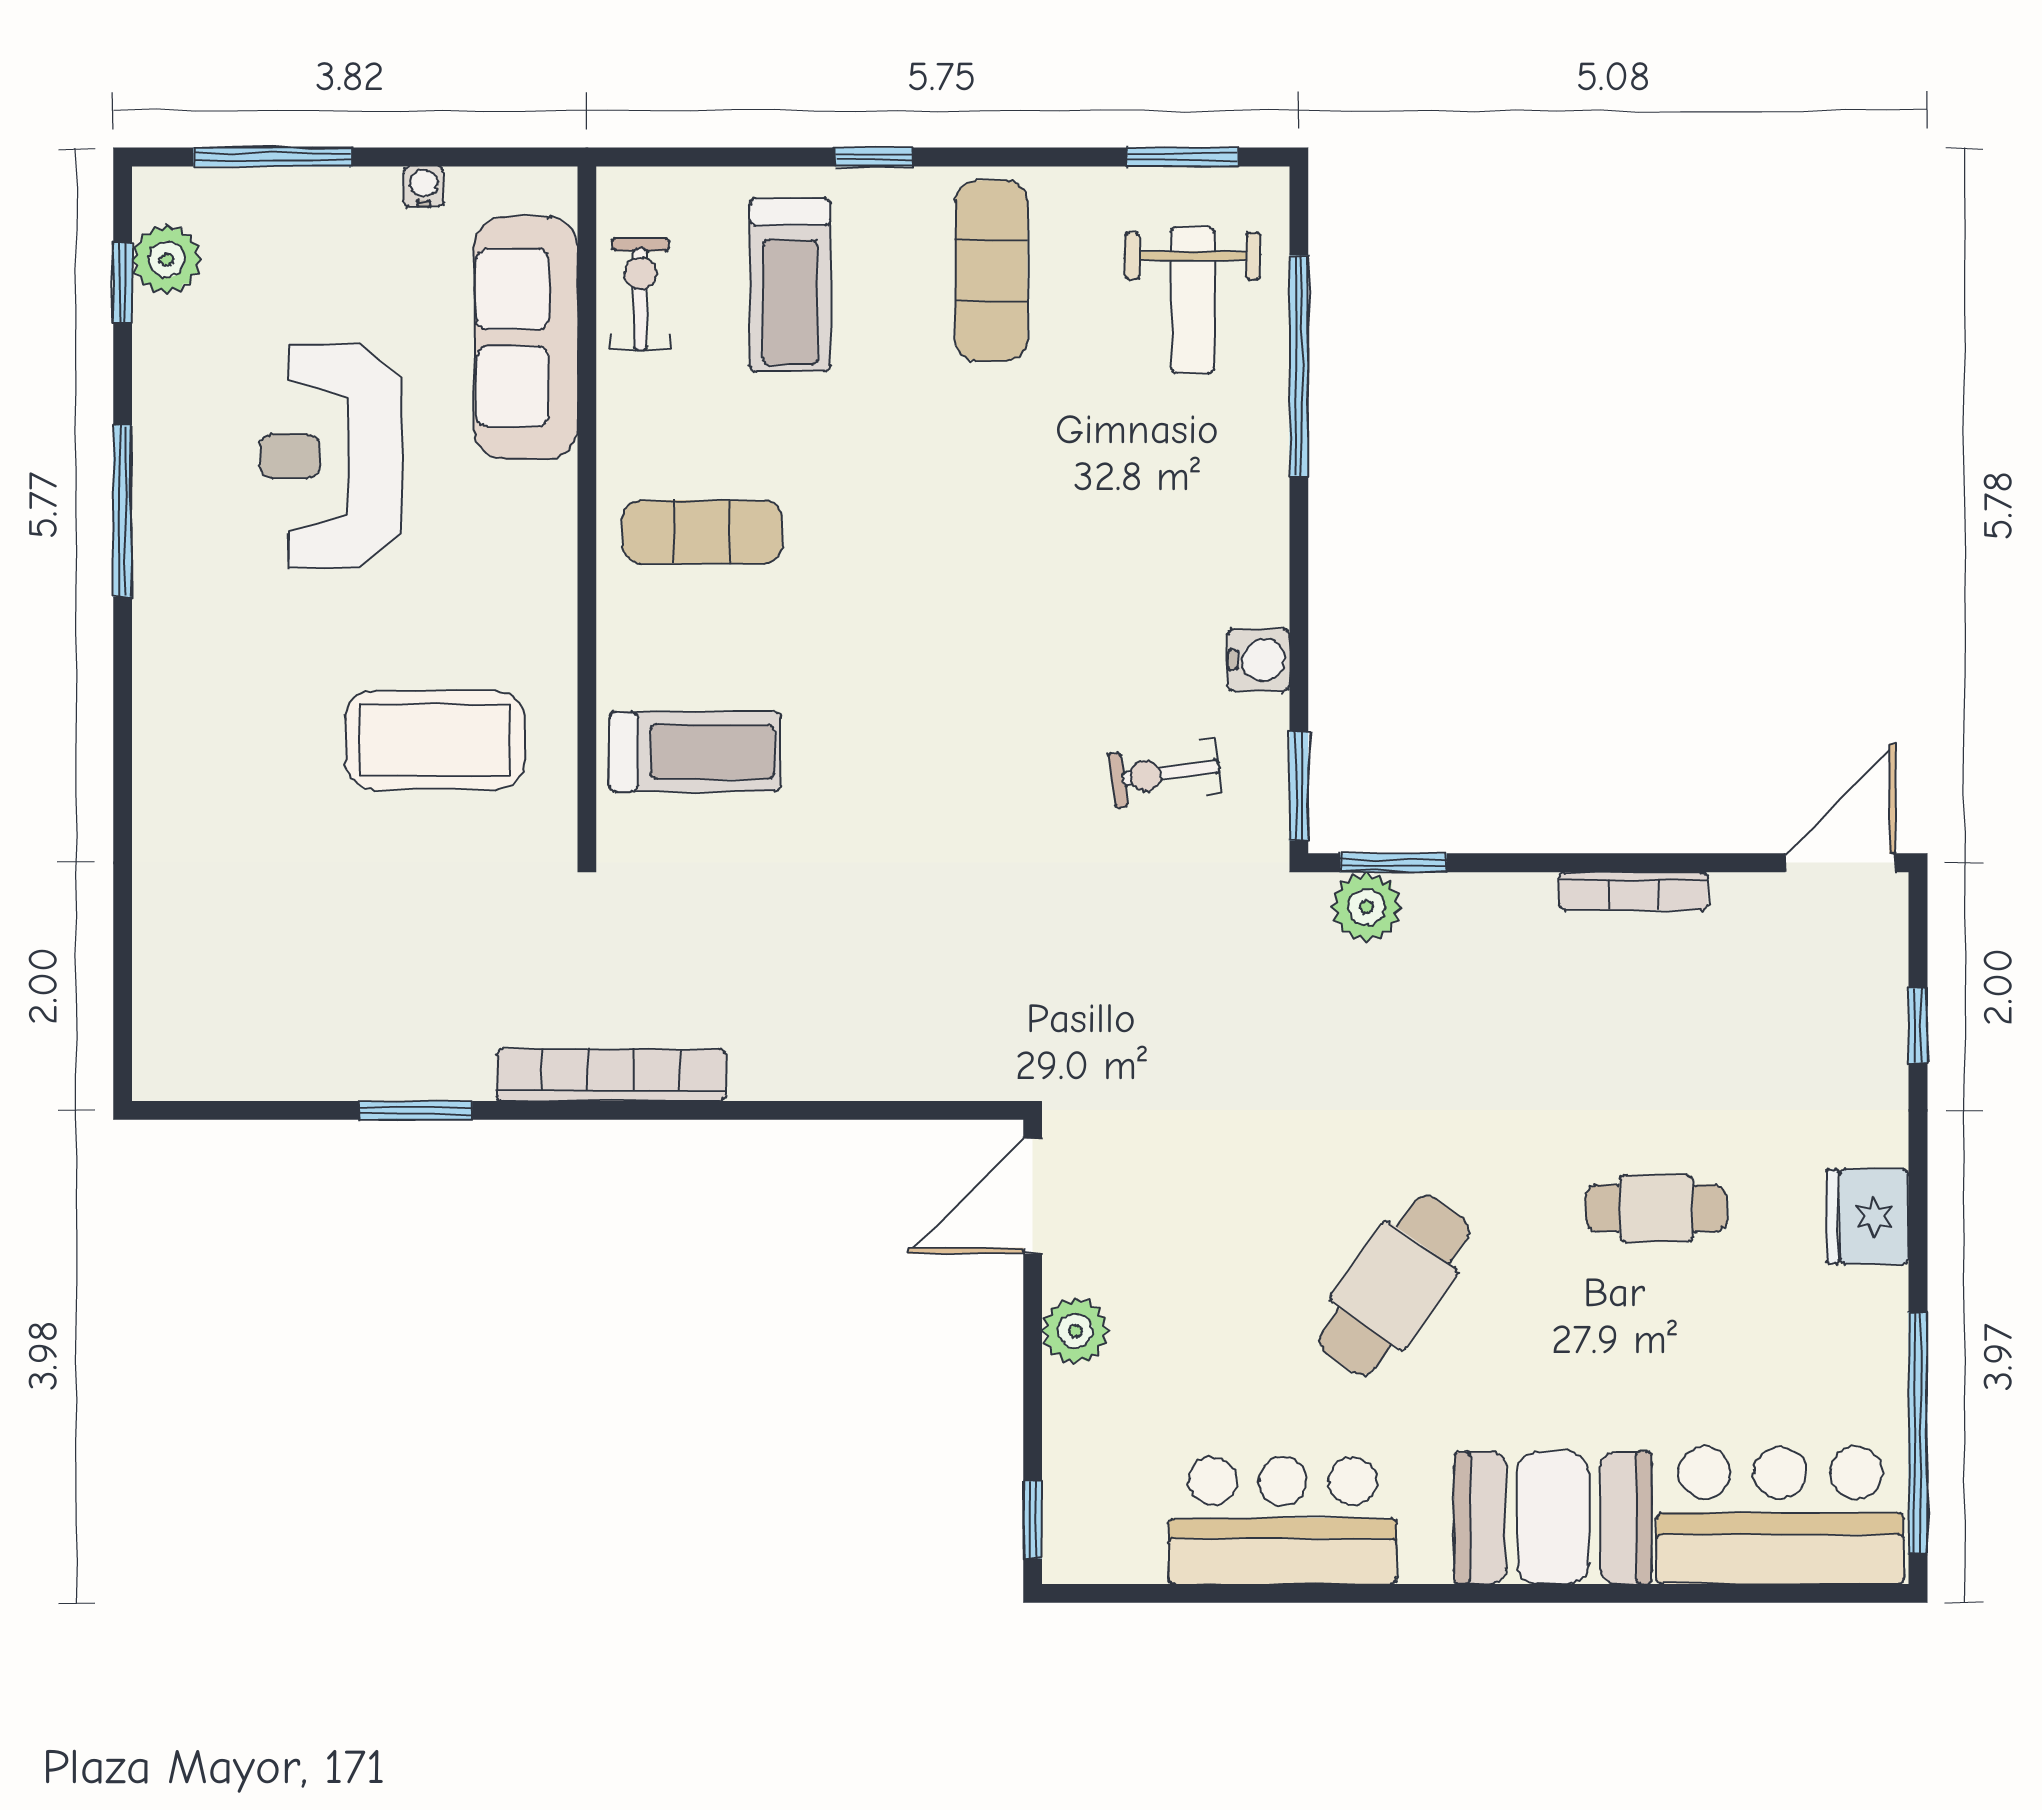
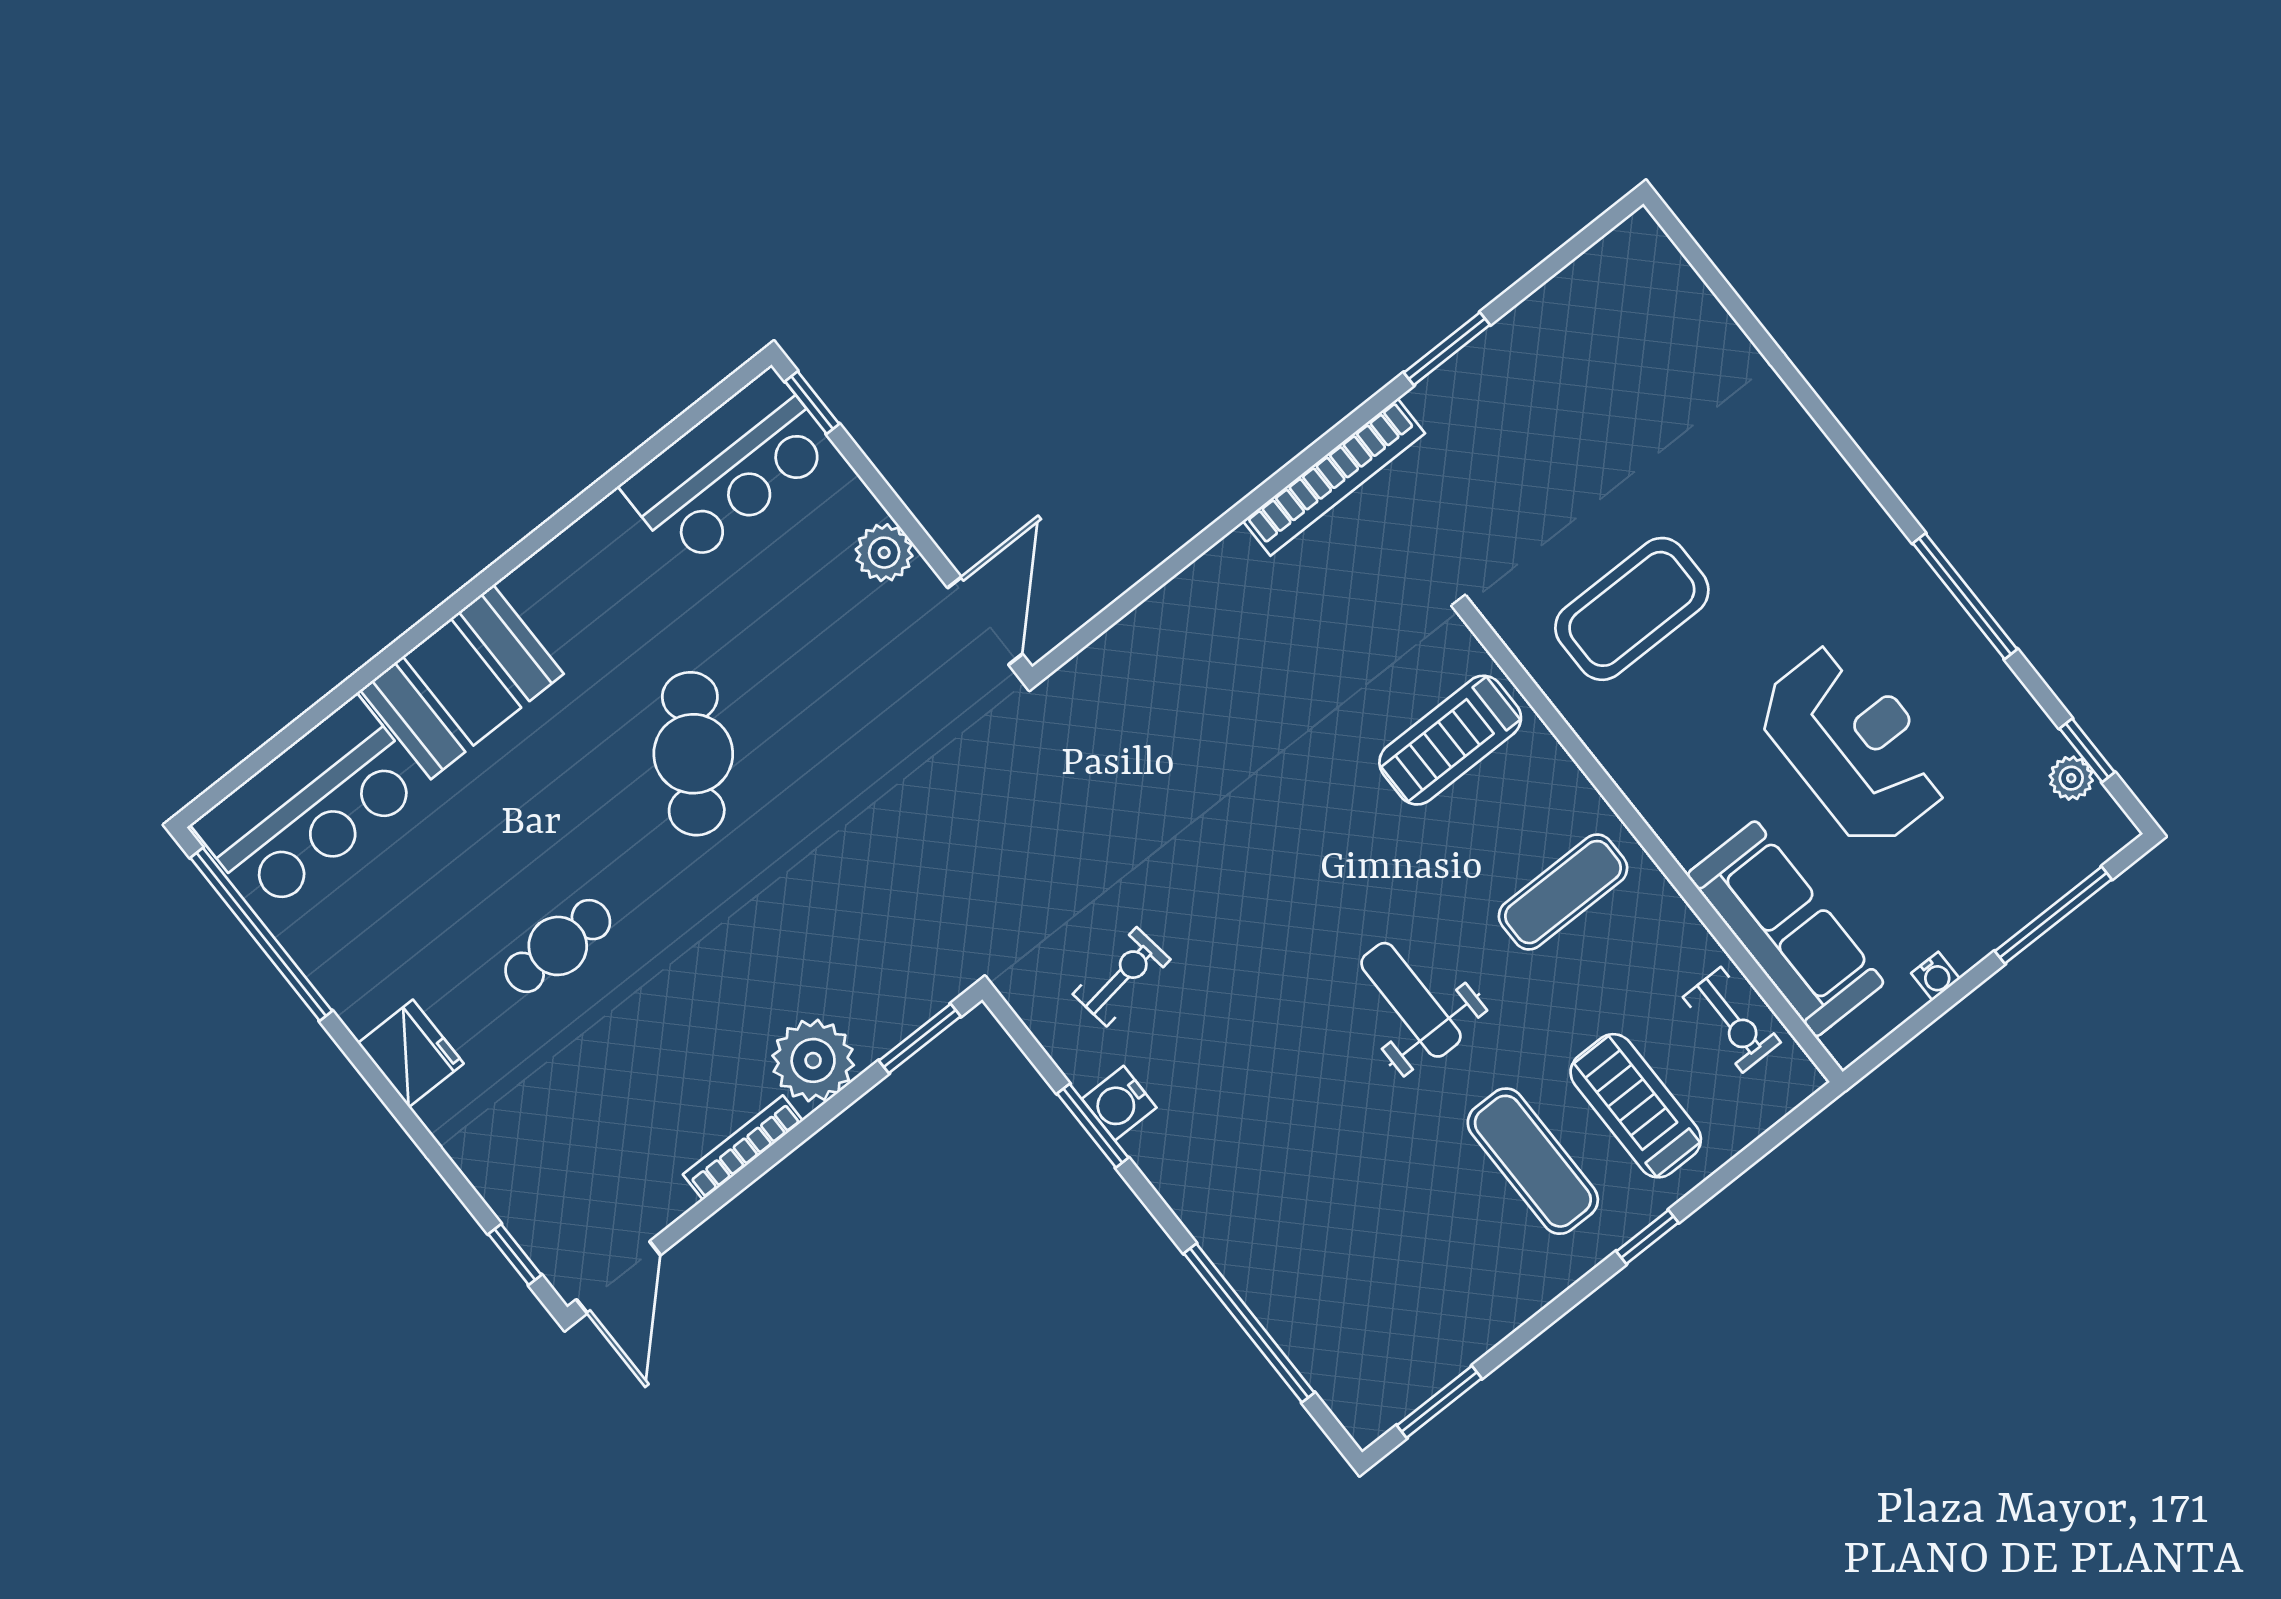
plant: (167, 259) -> (2071, 778), width x0.73, depth x0.73
exercise mat: (991, 271) -> (1533, 1161), moved
weight bench: (1193, 300) -> (1411, 1000), moved
window: (1299, 786) -> (1093, 1126), moved
plant: (1367, 907) -> (813, 1060), moved, width x1.36, depth x1.36
window: (1918, 1025) -> (515, 1254), moved
bar counter: (1283, 1521) -> (728, 468), moved

